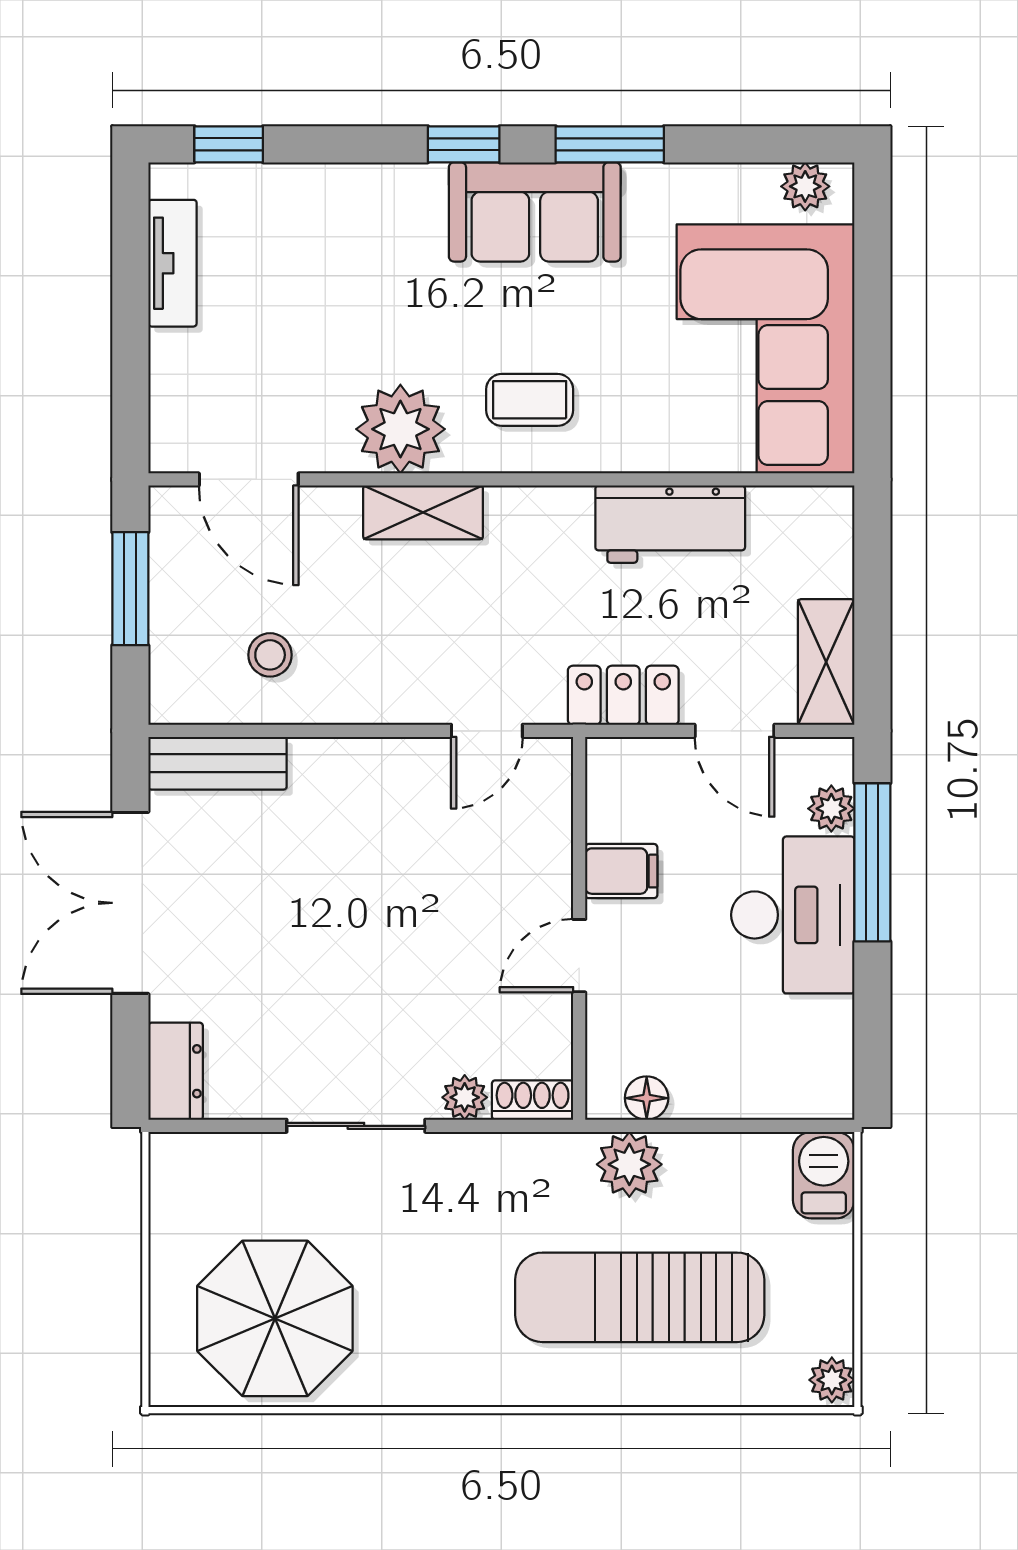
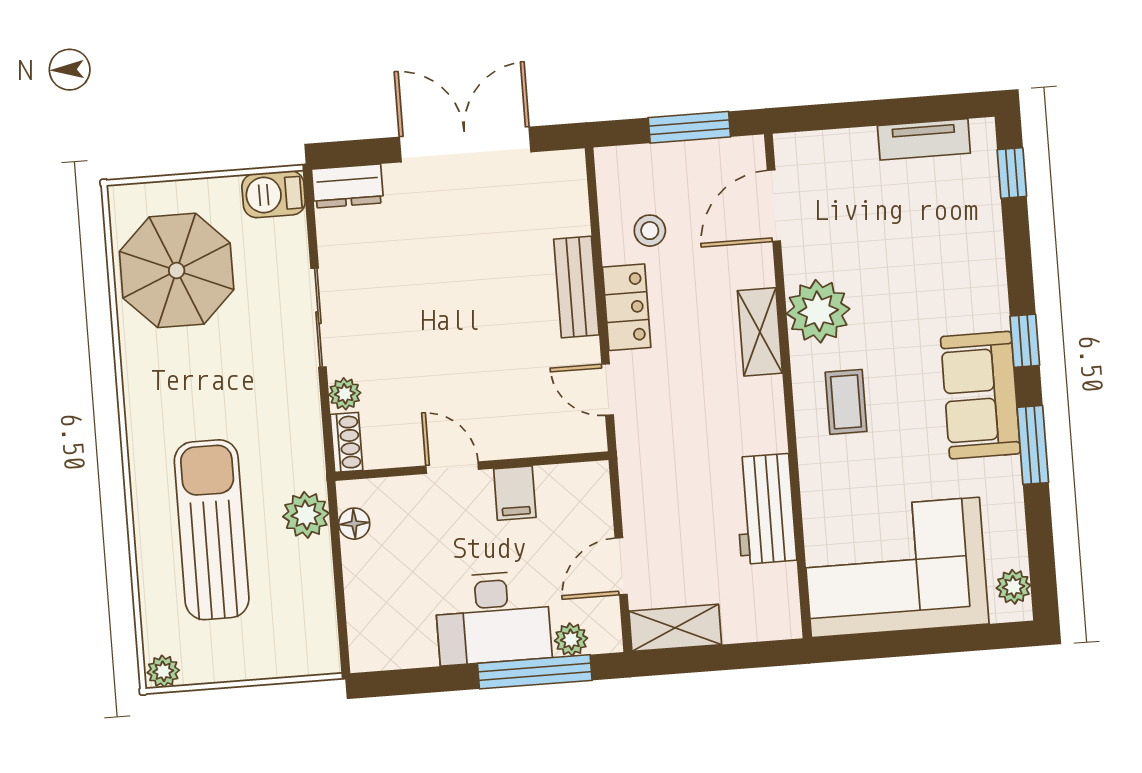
locker: (623, 695) -> (627, 307), moved
bench: (217, 763) -> (576, 287), moved
barbecue: (824, 1175) -> (274, 194), moved, turned 180

